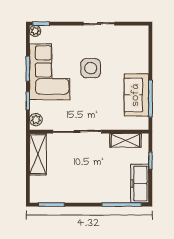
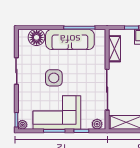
floor lamp: (139, 48) -> (37, 37), added
sofa: (136, 95) -> (70, 39), width x1.36

